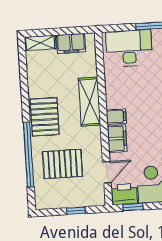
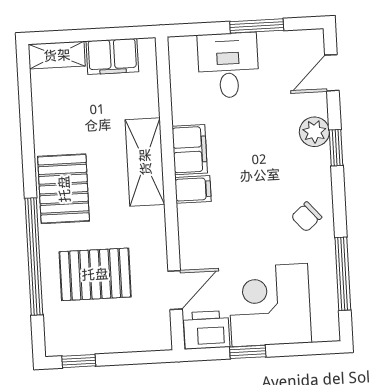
desk: (129, 48) -> (228, 65), width x0.73
filing cabinet: (117, 139) -> (190, 150), moved
window: (133, 207) -> (248, 352), moved
window: (76, 211) -> (79, 361), moved

